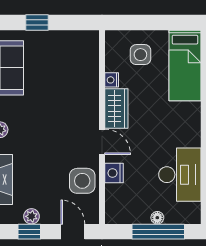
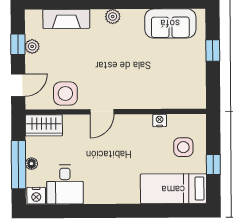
window: (159, 23) -> (213, 165), added
wardrobe: (116, 108) -> (44, 125), moved
nightstand: (114, 173) -> (36, 196), moved, turned 180
desk: (180, 175) -> (65, 184), width x0.73

